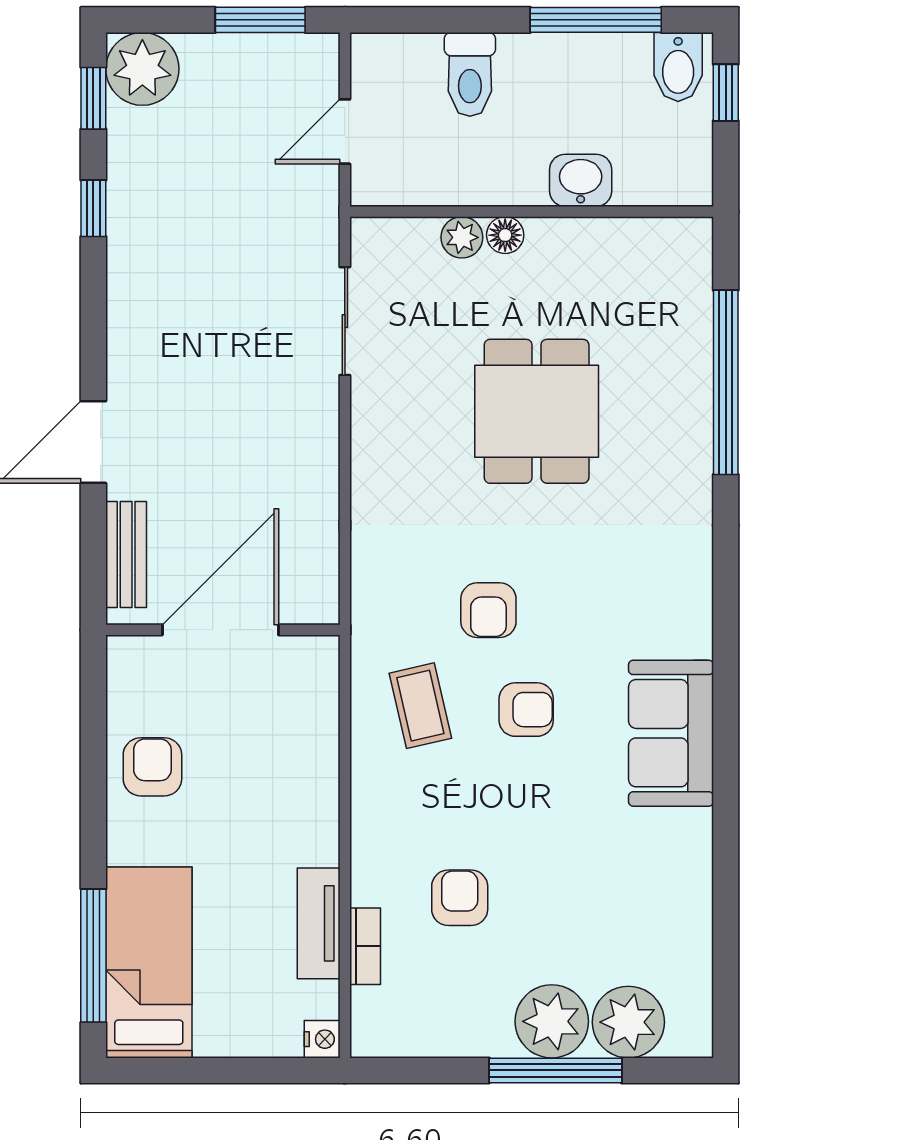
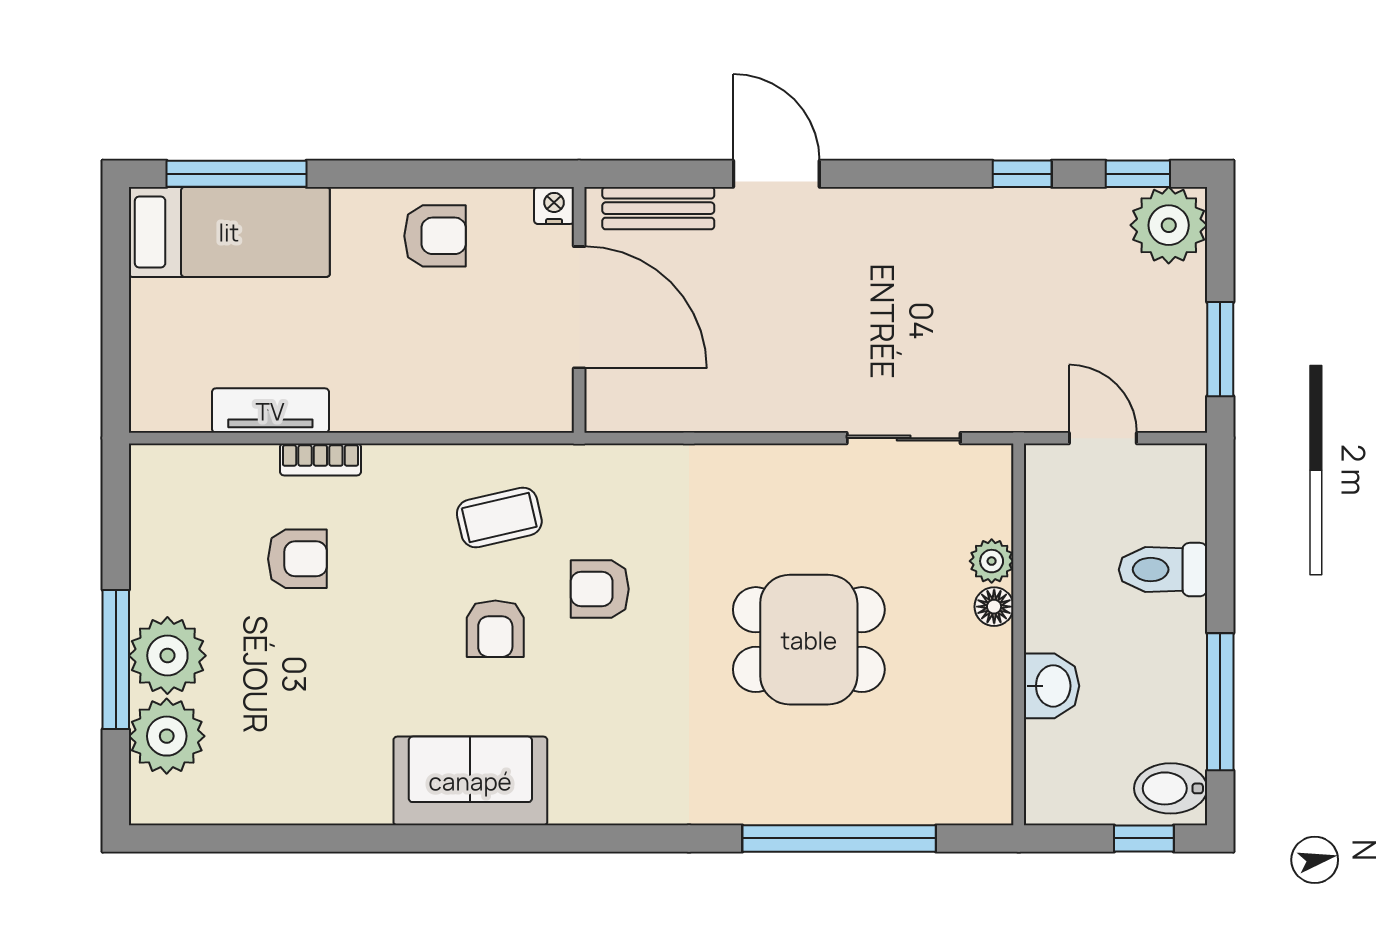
bookcase: (365, 946) -> (320, 459), moved
nightstand: (322, 1039) -> (554, 205), moved, turned 180

